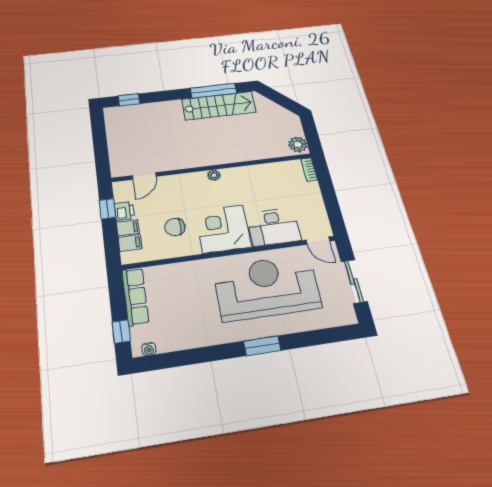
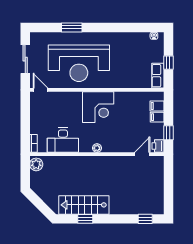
window: (214, 91) -> (85, 219), width x0.46
printer: (124, 211) -> (158, 146), moved
chair: (175, 227) -> (128, 113), removed
desk: (274, 227) -> (63, 140), moved, turned 180
row of seats: (135, 296) -> (158, 76), width x0.68
window: (121, 331) -> (168, 63), moved
window: (262, 346) -> (72, 27), moved

